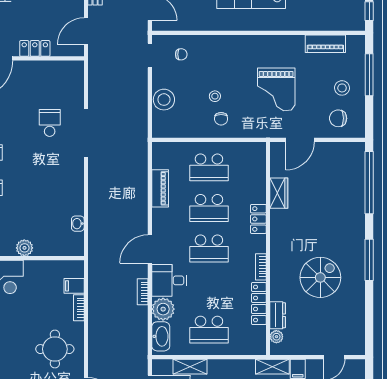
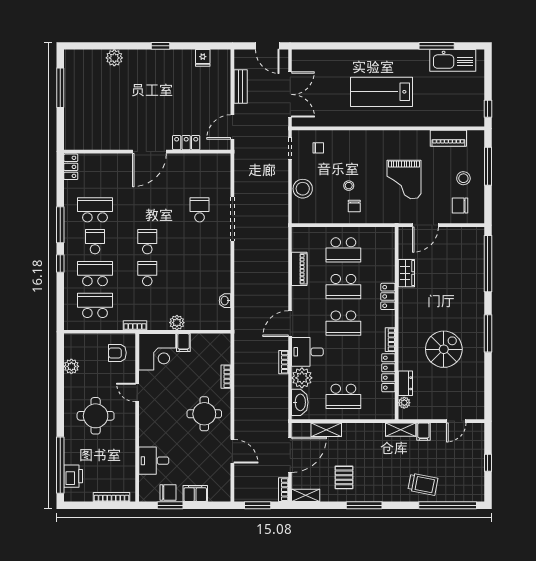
filing cabinet: (74, 286) -> (183, 343), moved, turned -90

